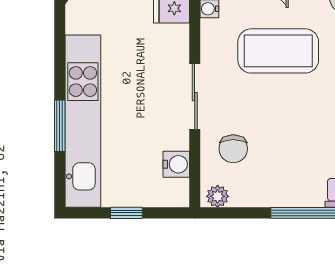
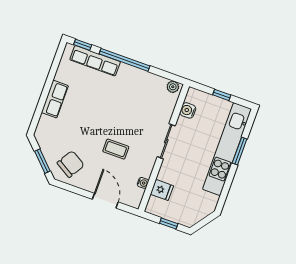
coffee table: (278, 51) -> (116, 149), width x0.54, depth x0.58
chair: (233, 149) -> (156, 108), removed

